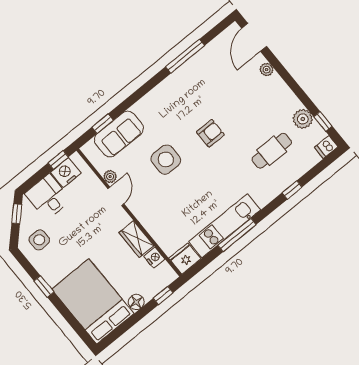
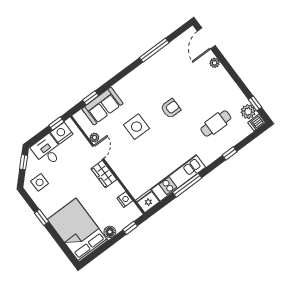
plant: (303, 119) -> (248, 112), moved
wardrobe: (136, 239) -> (104, 174), moved

